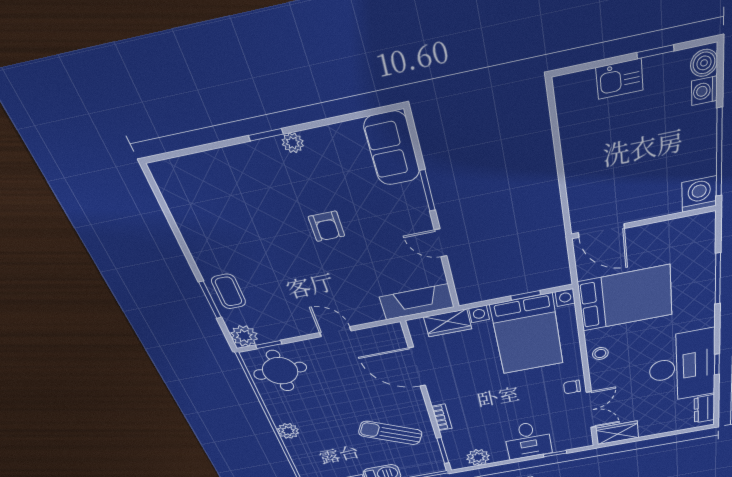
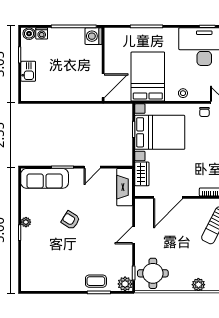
sofa: (392, 149) -> (45, 178), width x1.36
armchair: (327, 226) -> (71, 220), turned -148

